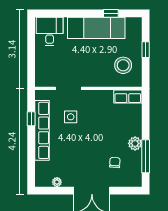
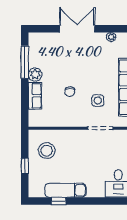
exam couch: (96, 28) -> (65, 190), width x0.73, depth x0.69
row of seats: (128, 96) -> (35, 96), moved, turned 90
chair: (115, 163) -> (70, 92), moved

